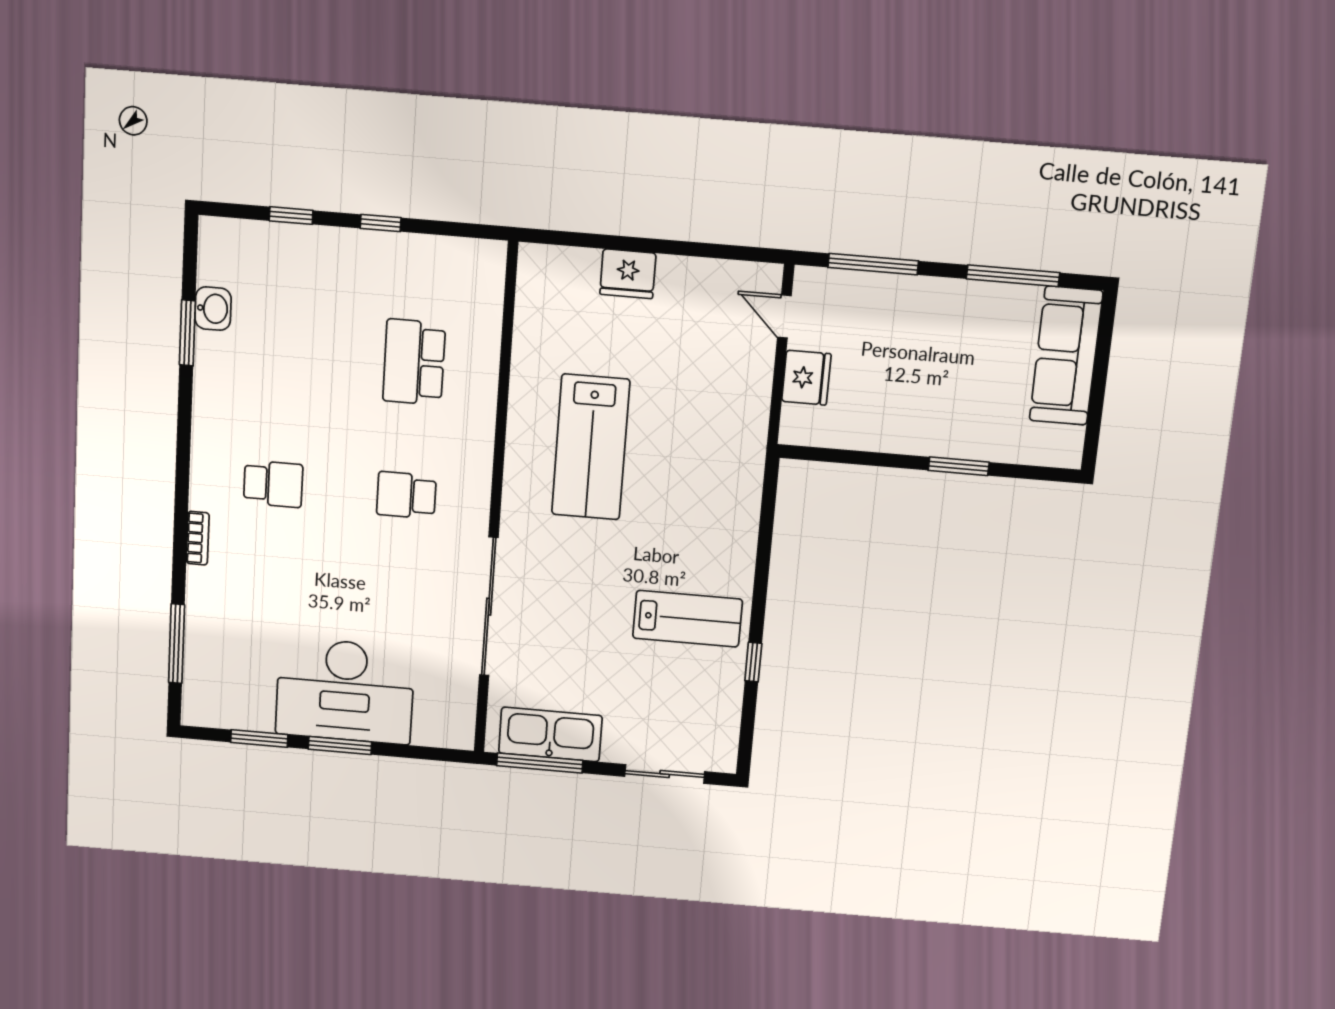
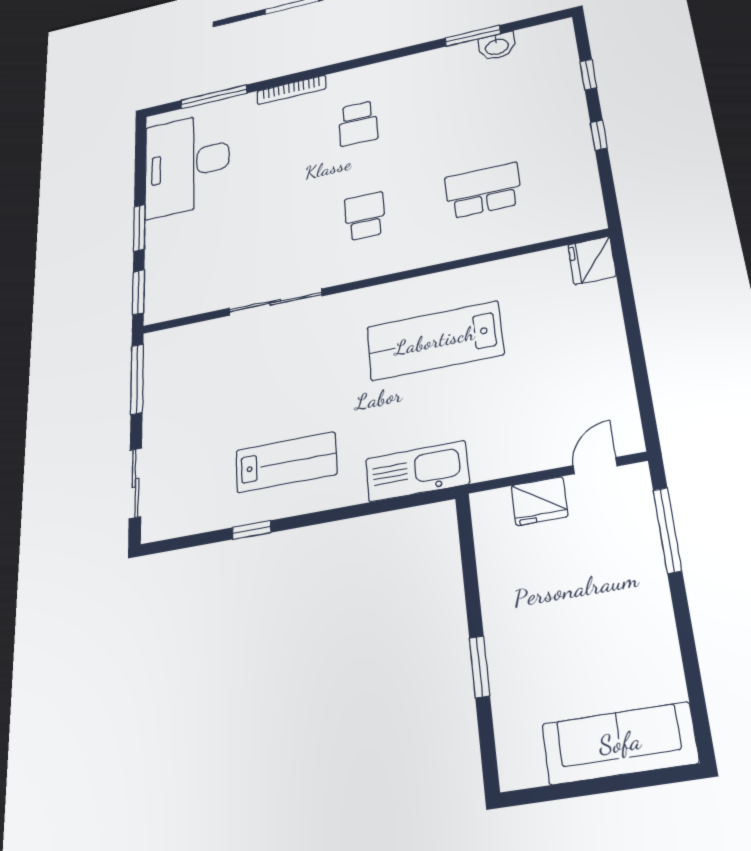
fridge: (628, 274) -> (592, 260), moved
window: (1013, 276) -> (691, 666), removed
bookcase: (198, 538) -> (291, 90), width x1.56
sliding door: (489, 607) -> (275, 302), width x0.73
lab bench: (688, 619) -> (286, 462), turned -90
desk: (345, 691) -> (187, 164), moved
kitchen sink: (550, 734) -> (417, 471), moved, turned -90
window: (259, 738) -> (138, 292), moved

